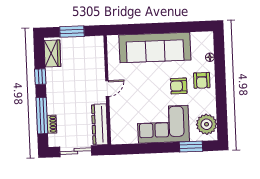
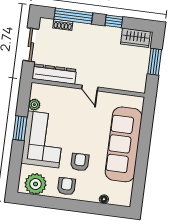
armchair: (202, 80) -> (67, 186), moved, turned 90
plant: (132, 138) -> (34, 105), added
window: (191, 147) -> (20, 128), moved

